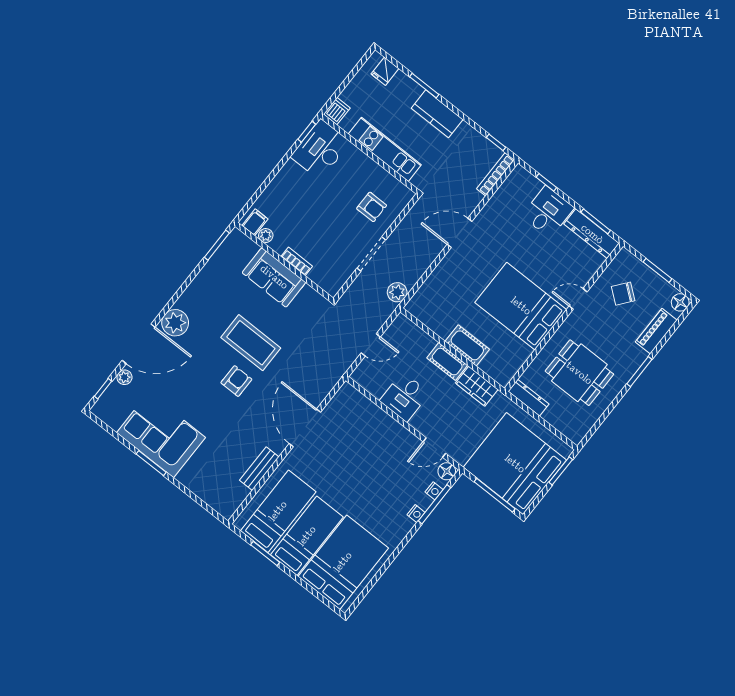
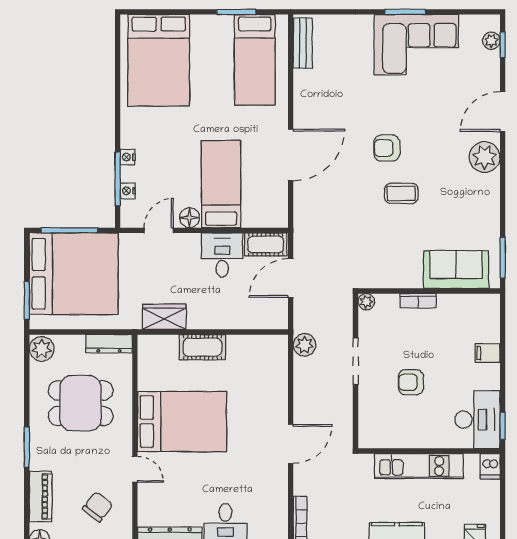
armchair: (372, 207) -> (411, 382), moved
filing cabinet: (255, 222) -> (487, 353), moved, turned 90
plant: (266, 236) -> (366, 302), moved
sofa: (274, 277) -> (456, 269), moved
door: (578, 299) -> (135, 469), hinge flipped
coffee table: (251, 343) -> (401, 193), width x0.54, depth x0.58
door: (139, 344) -> (503, 111), width x0.73
door: (371, 345) -> (291, 278), width x1.38
cot: (447, 362) -> (266, 244), moved
plant: (124, 377) -> (491, 41), moved
armchair: (236, 381) -> (387, 148), turned 90
door: (305, 428) -> (291, 155), hinge flipped
plant: (577, 430) -> (42, 349), added
bench: (259, 469) -> (303, 43), moved
floor lamp: (447, 471) -> (190, 218), moved
bed: (307, 536) -> (221, 184), moved, turned 180

